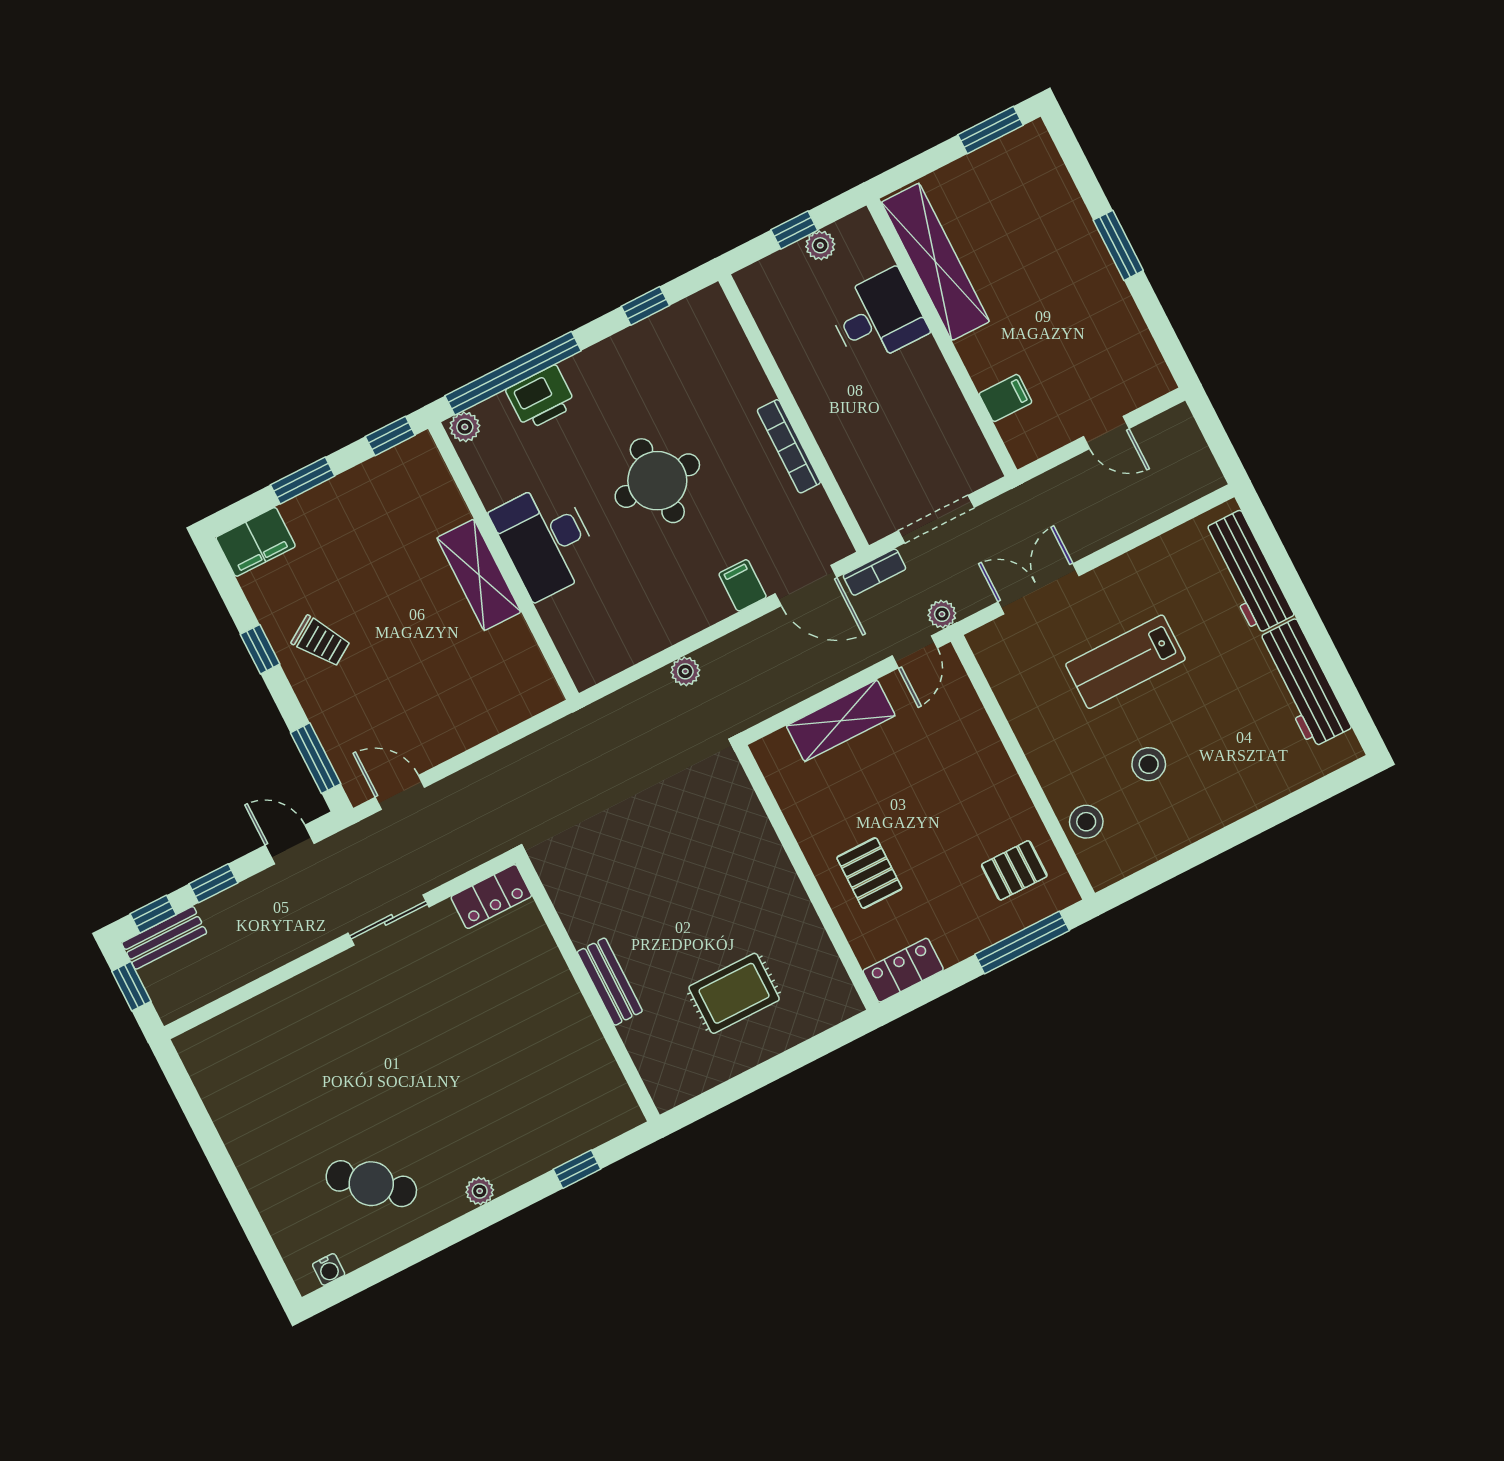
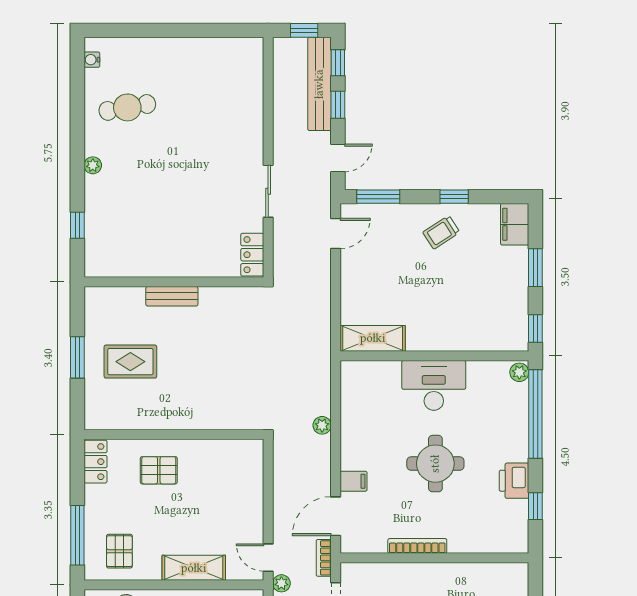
printer: (541, 398) -> (514, 481), moved
shelving: (479, 575) -> (373, 338), moved
shelving: (841, 721) -> (194, 568), moved, turned 90
bench: (164, 938) -> (319, 84), width x1.86, depth x1.21
rug: (734, 993) -> (130, 362), turned 90
window: (767, 1072) -> (77, 357), added
cafe table: (371, 1184) -> (127, 107), turned 39

